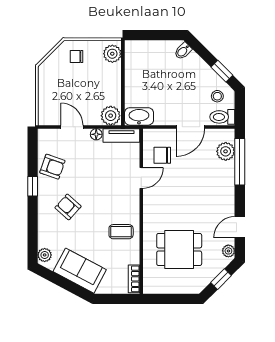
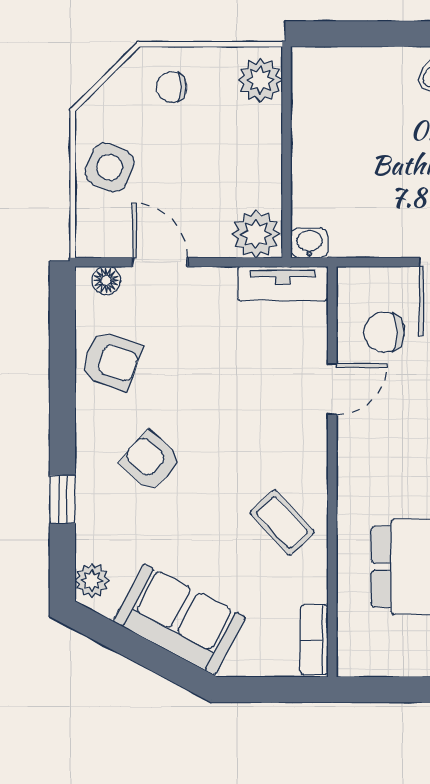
side table: (52, 89) -> (110, 167), added
washbasin: (139, 116) -> (309, 243), width x0.52, depth x0.69
floor lamp: (96, 134) -> (106, 280), moved
window: (33, 186) -> (62, 499), moved
coffee table: (121, 232) -> (282, 522), turned 47

